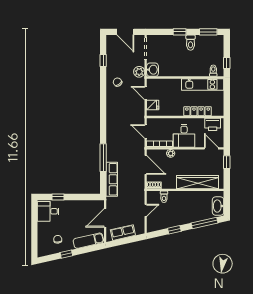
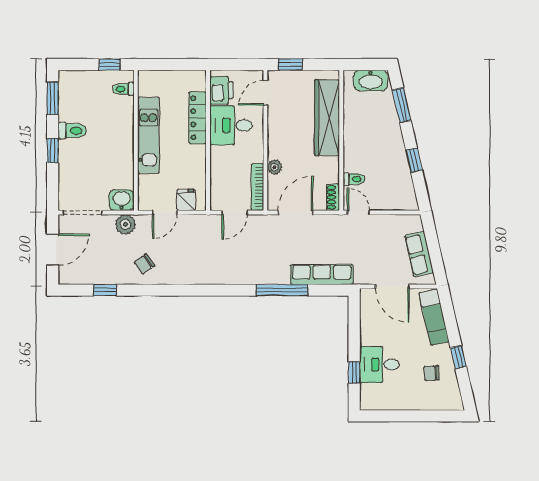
kitchen unit: (203, 84) -> (149, 135), moved
desk: (184, 136) -> (231, 125), moved, turned 180
door: (146, 210) -> (358, 212), moved
desk: (48, 211) -> (379, 364), moved, turned 90
window: (205, 223) -> (402, 105), width x0.69

